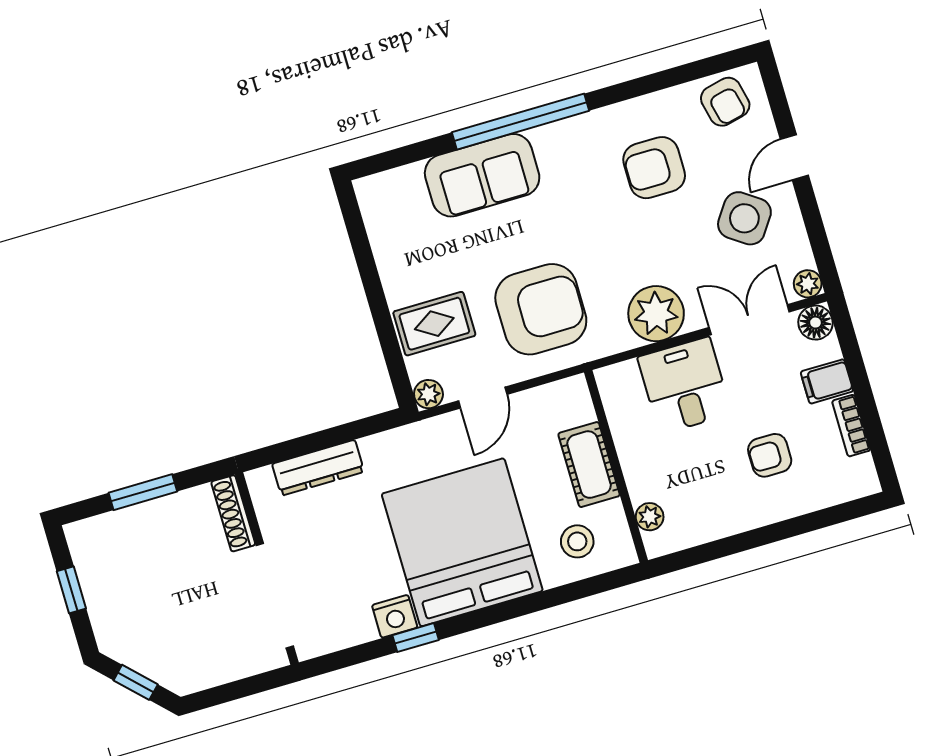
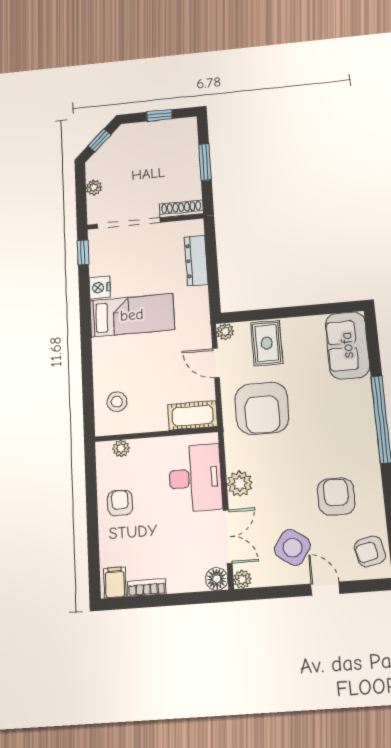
sofa: (482, 175) -> (347, 345), moved
plant: (656, 314) -> (240, 484), width x0.73, depth x0.73
filing cabinet: (827, 381) -> (115, 582), moved
desk: (685, 386) -> (195, 478), width x1.37
armchair: (770, 455) -> (120, 503), moved
cot: (589, 465) -> (193, 416), moved
bed: (462, 542) -> (132, 315), width x0.49
window: (416, 638) -> (83, 252), moved
plant: (223, 670) -> (94, 187), added

